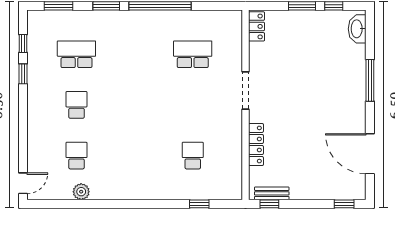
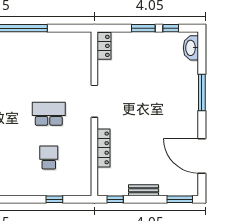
school desk: (193, 54) -> (49, 114), moved
bench: (272, 193) -> (144, 190), moved
window: (344, 204) -> (180, 199), width x1.50

